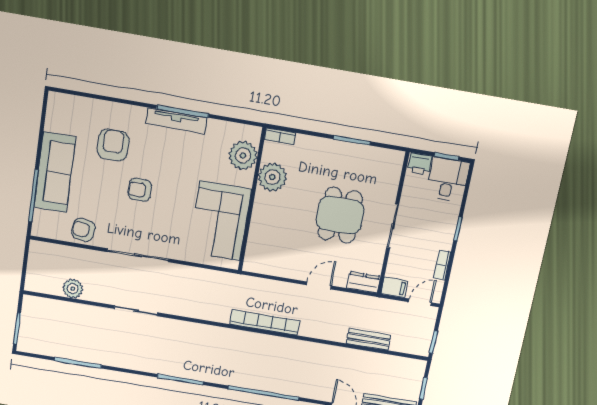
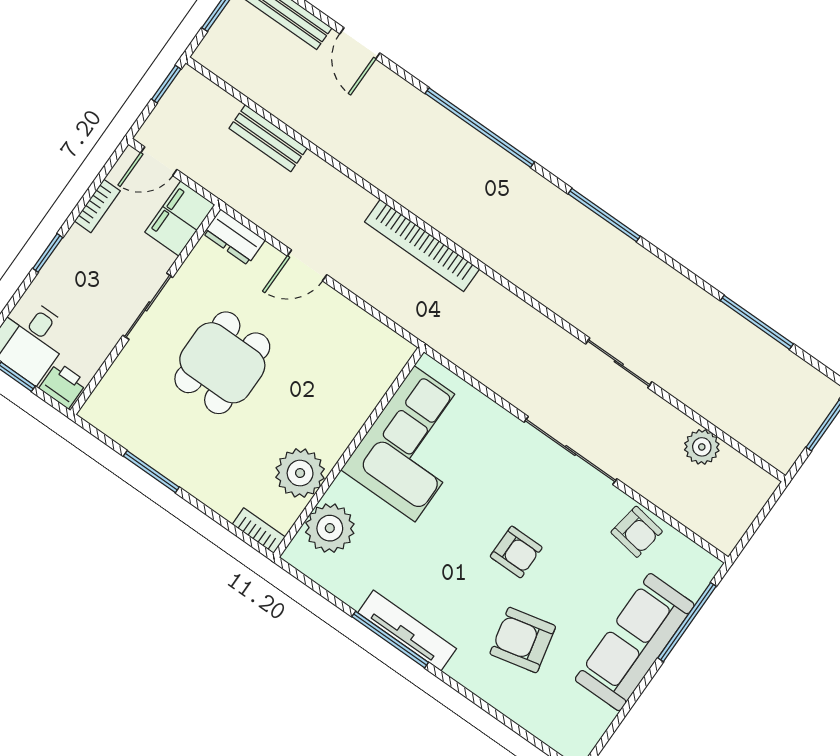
armchair: (113, 145) -> (523, 640), turned 77
filing cabinet: (394, 287) -> (180, 218), width x2.00

